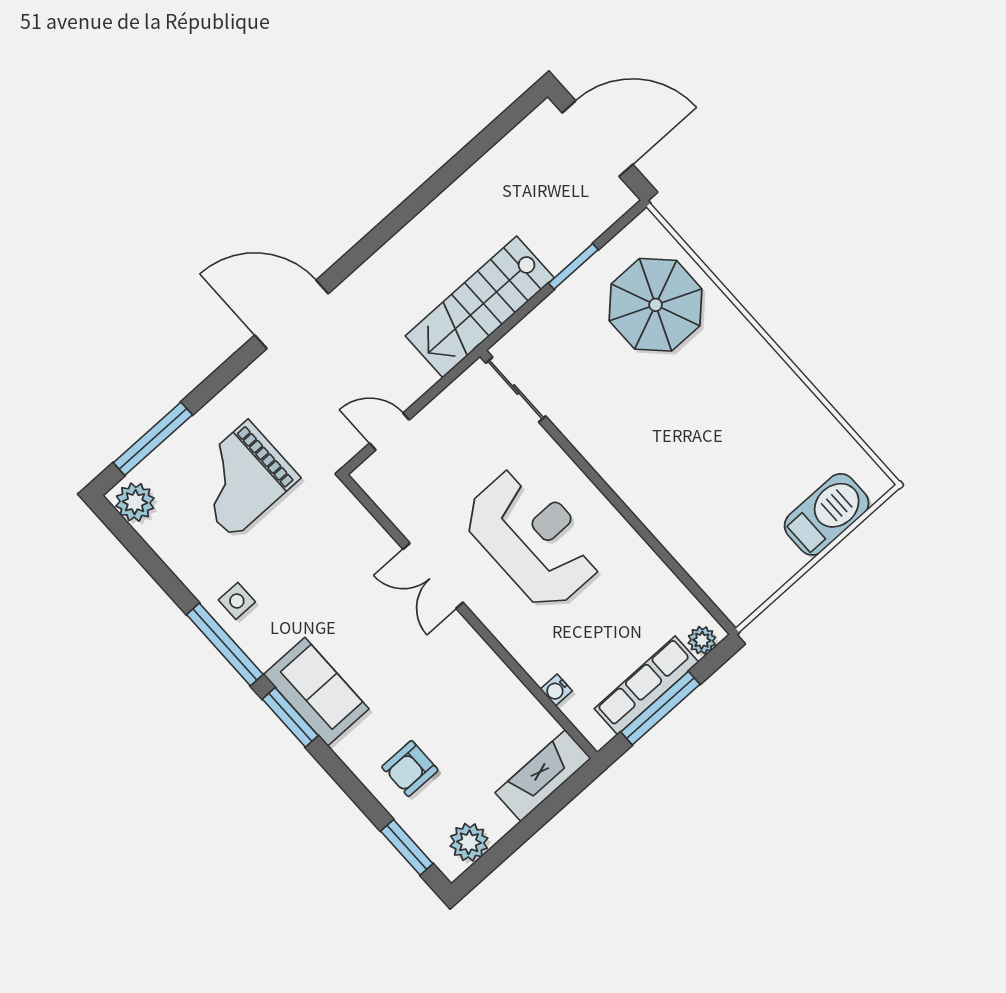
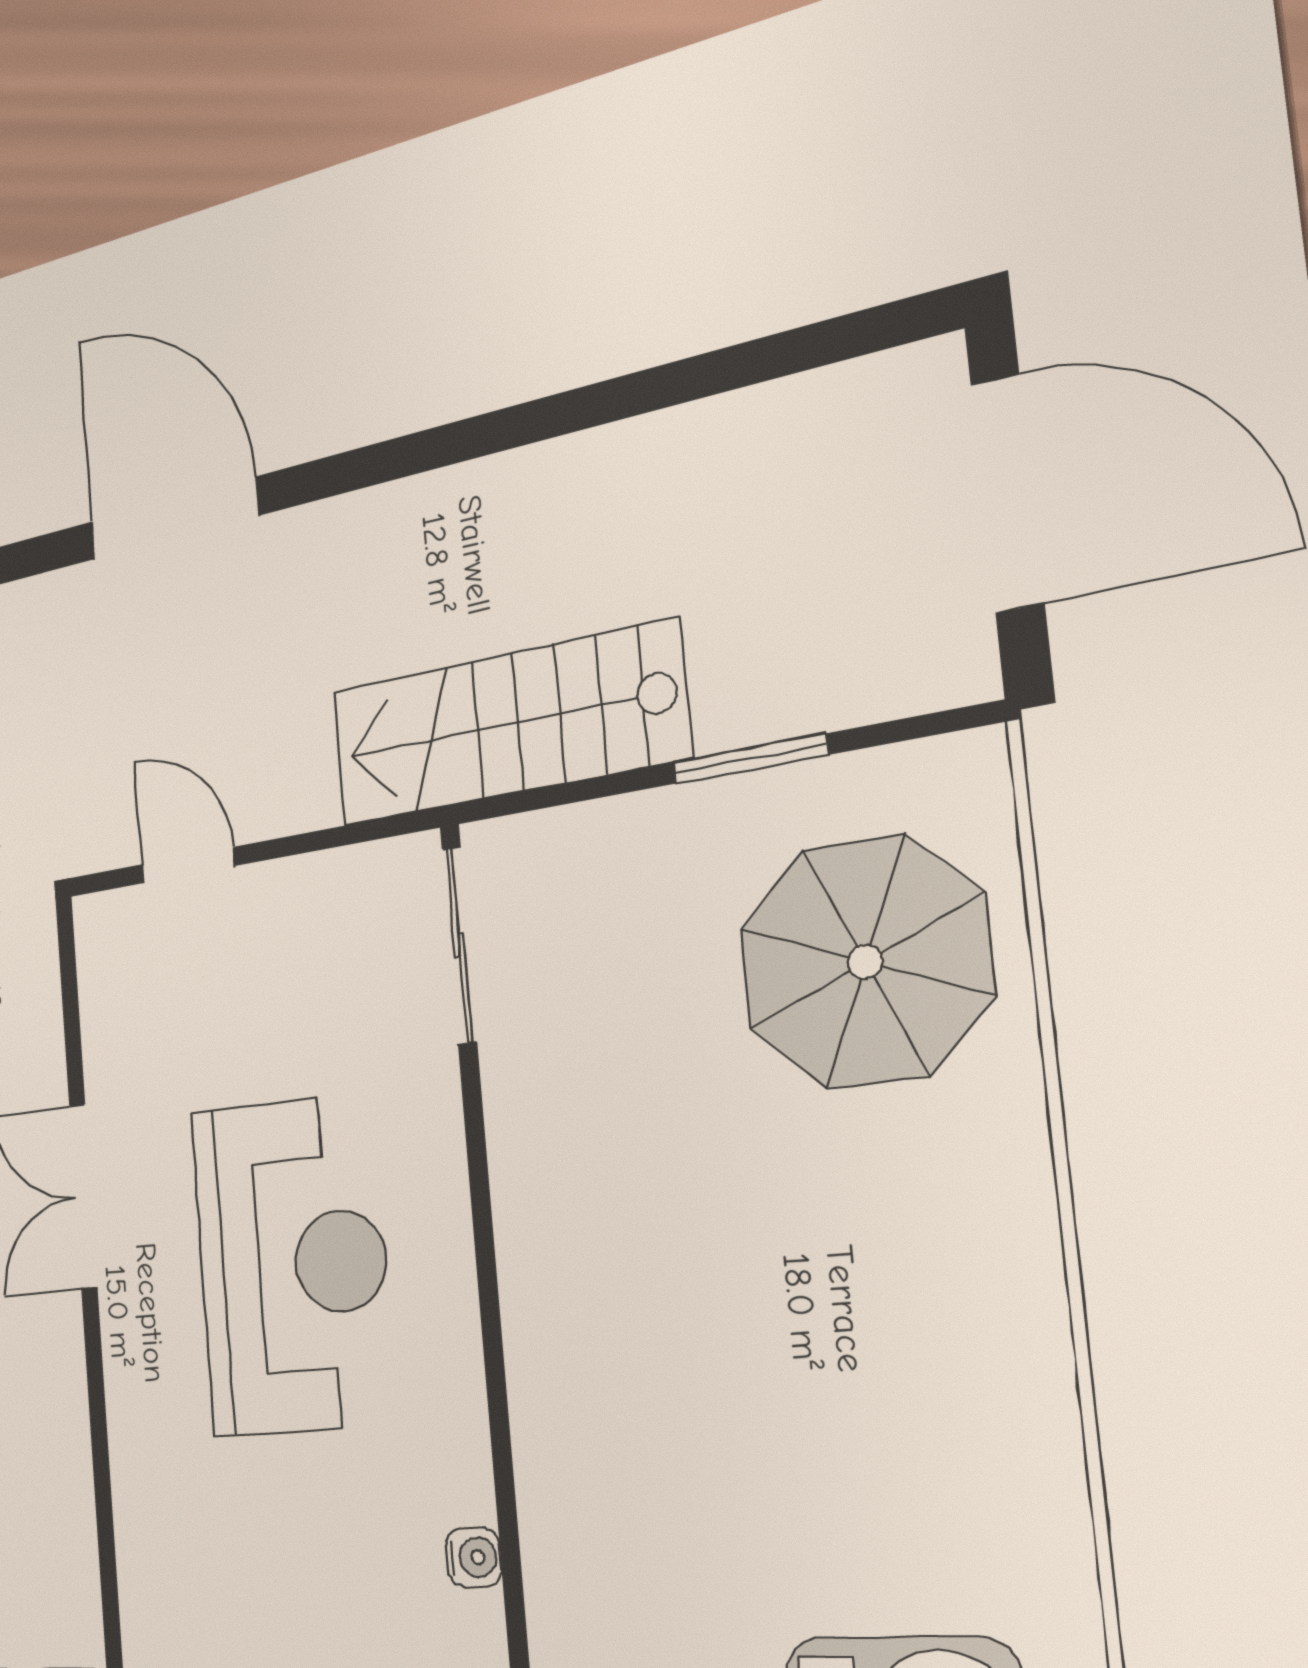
water cooler: (556, 690) -> (474, 1557), moved, turned 180

